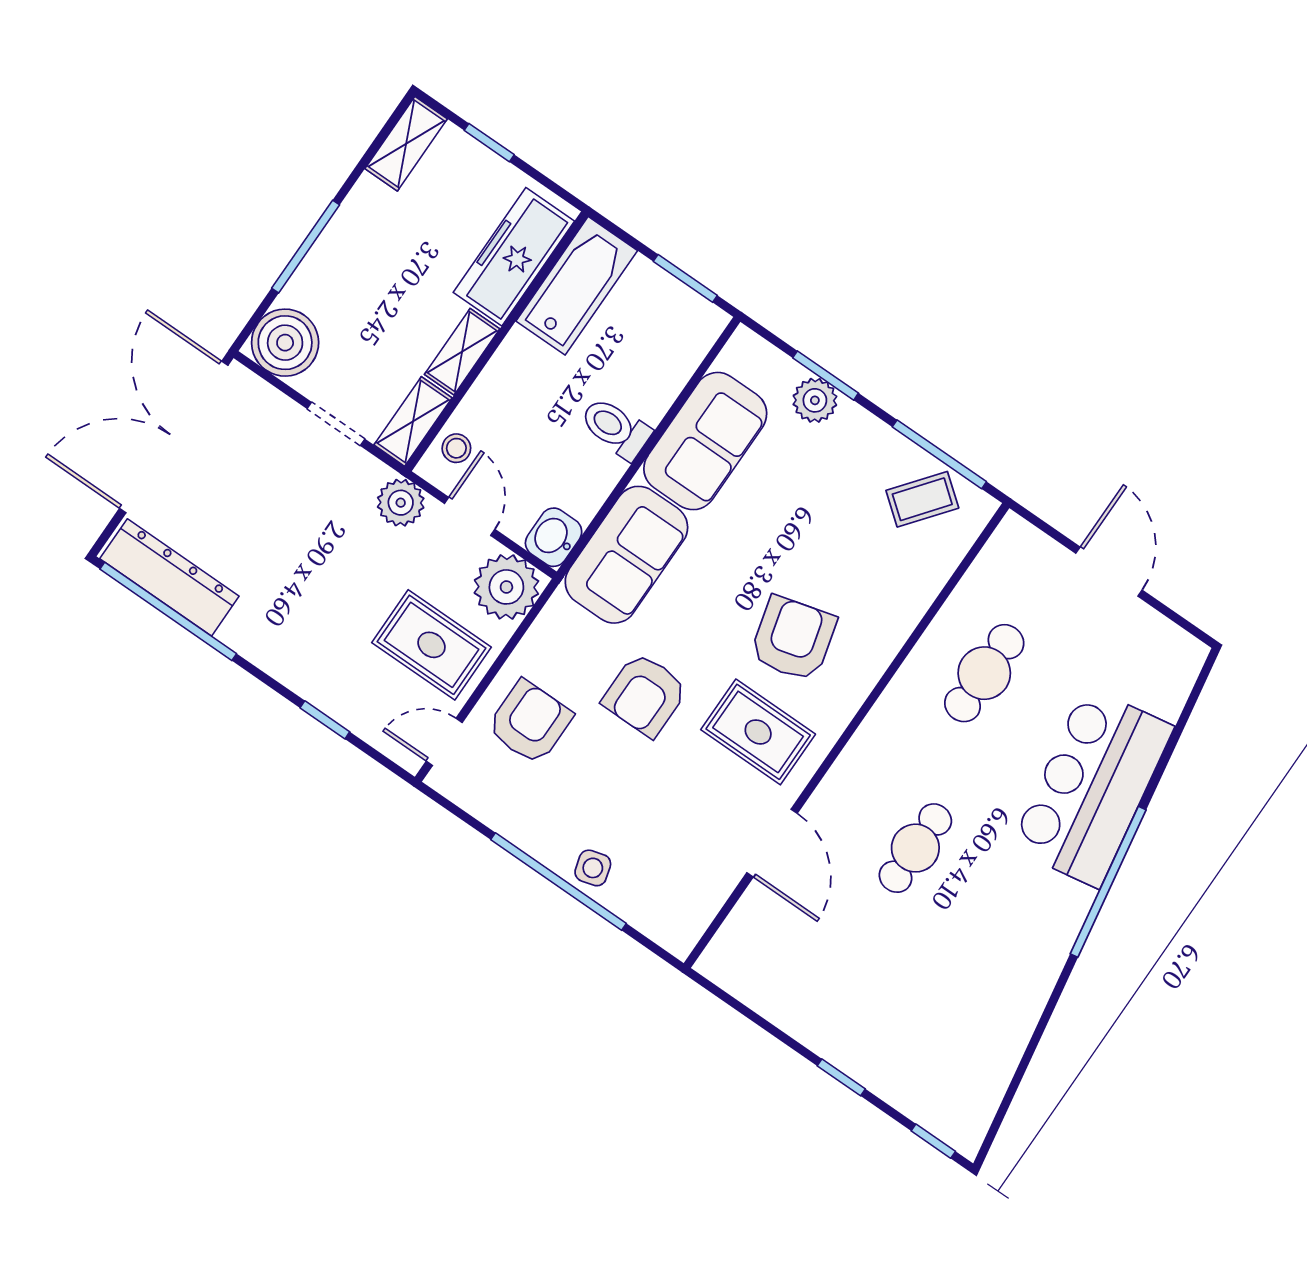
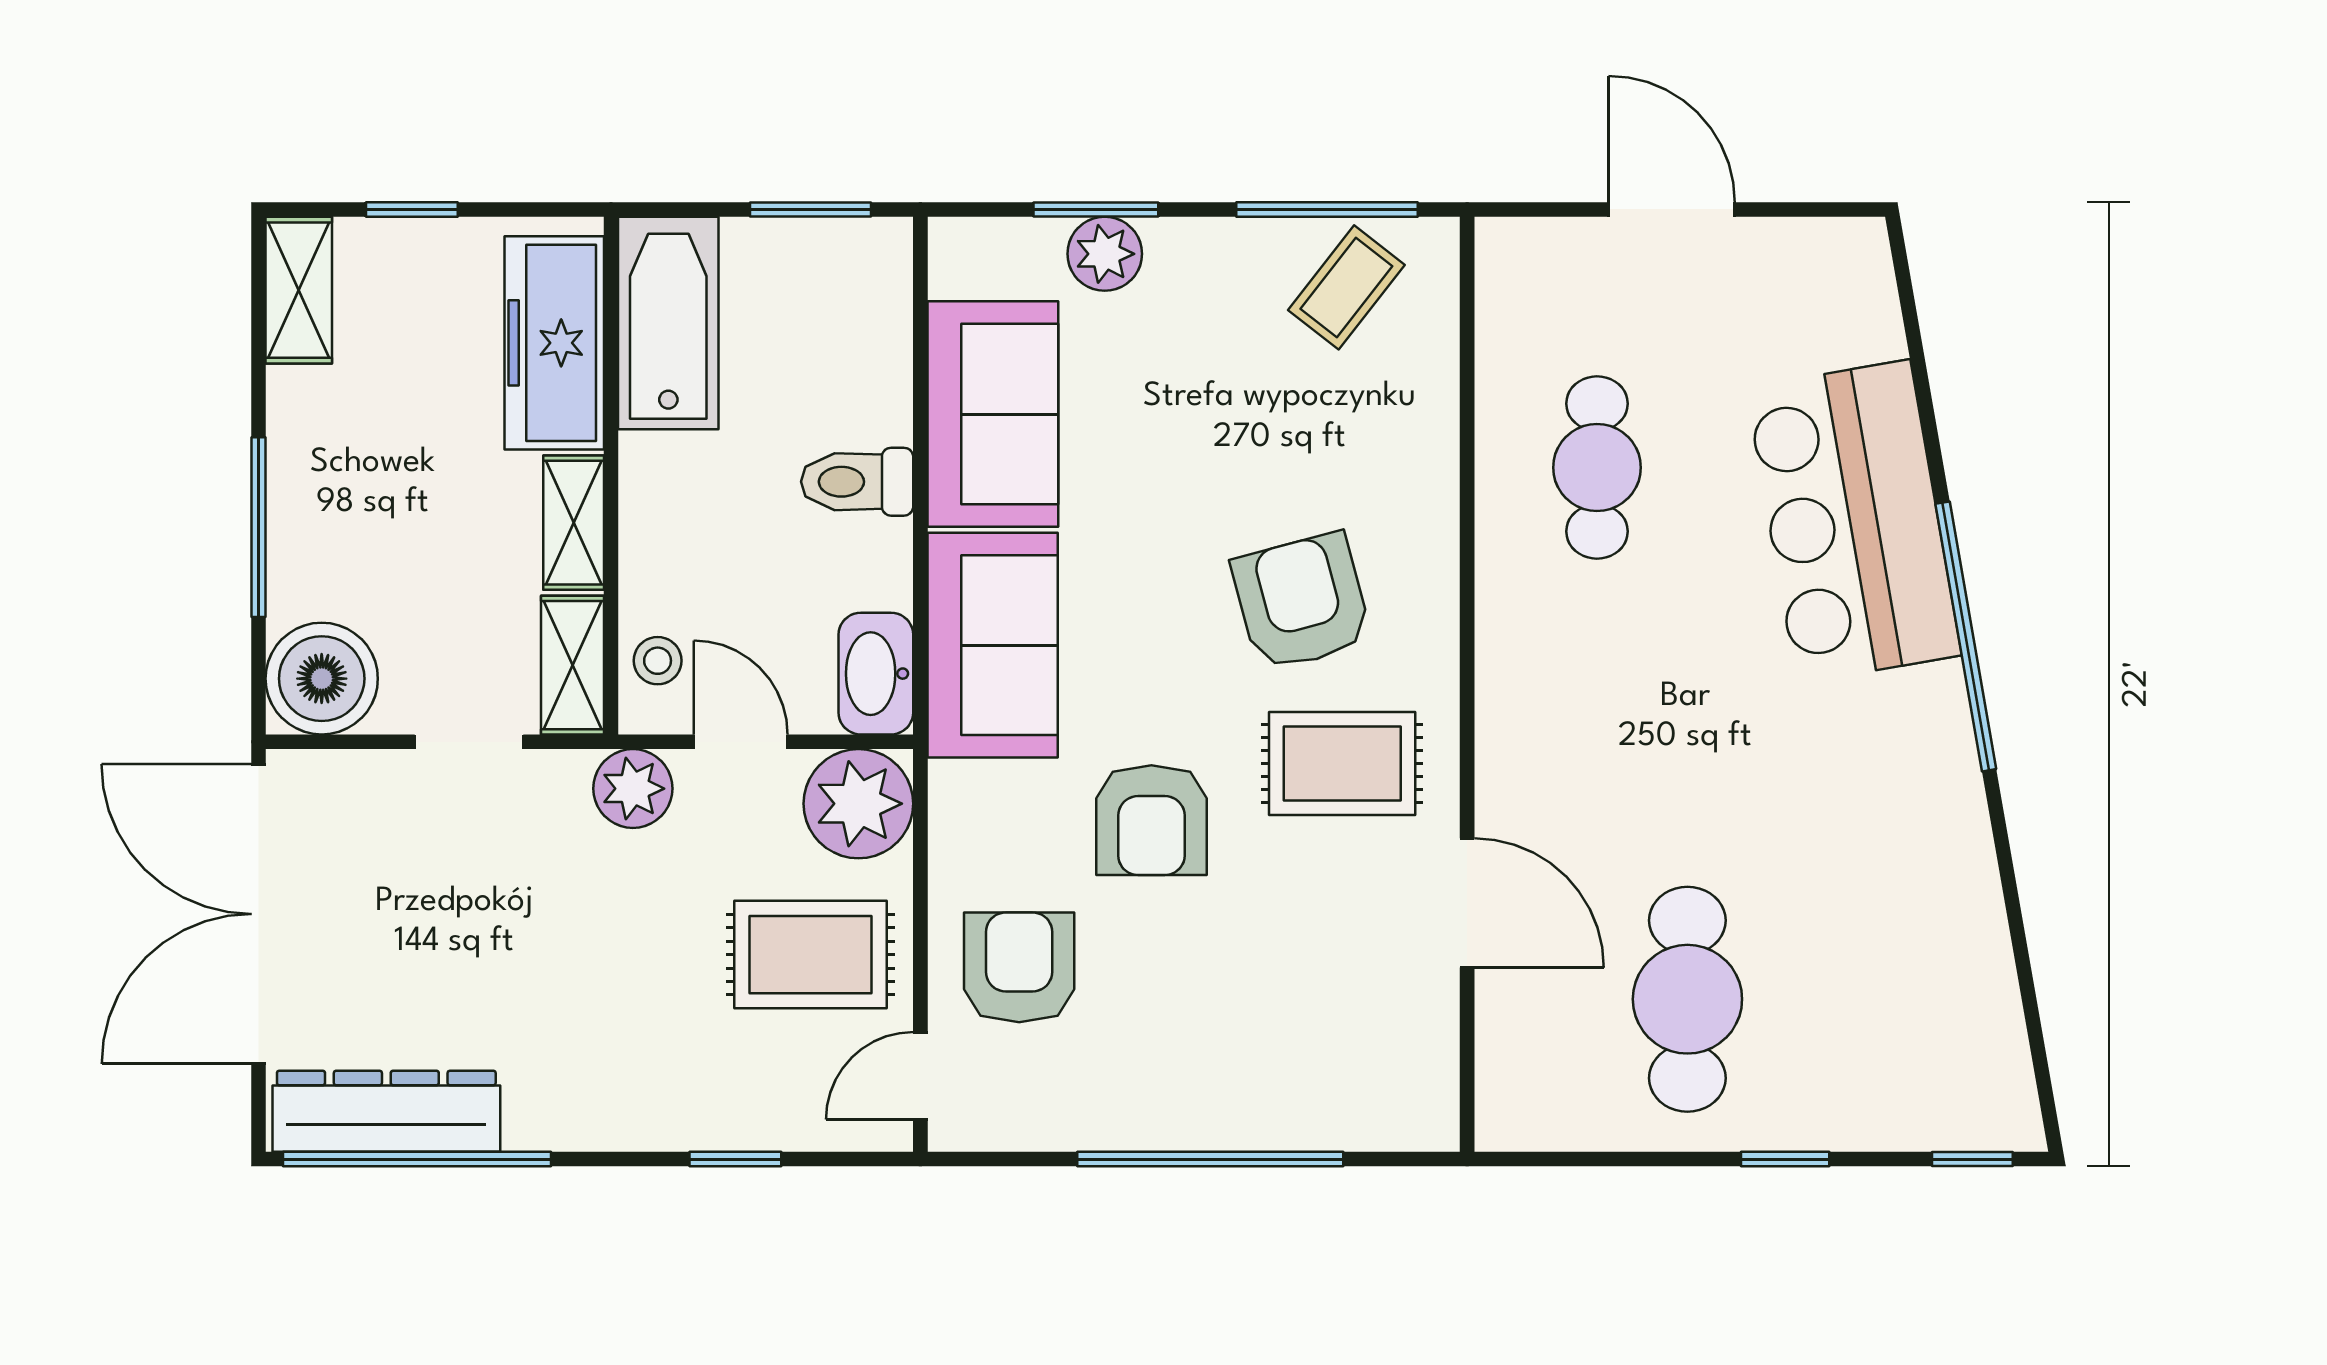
washbasin: (554, 537) -> (876, 674), width x1.38
cafe table: (915, 848) -> (1687, 999), moved, width x1.37, depth x1.35
side table: (593, 868) -> (1244, 1108), removed

